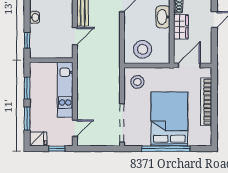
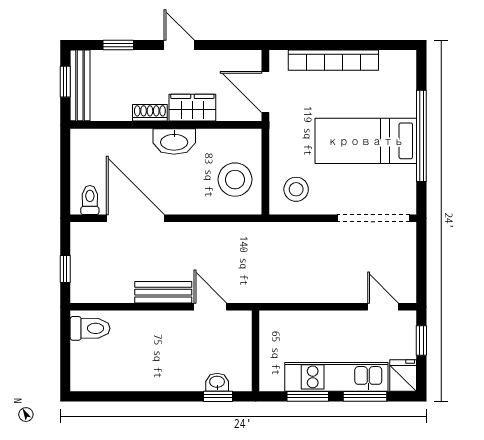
washbasin: (35, 17) -> (217, 382), moved
kitchen unit: (65, 90) -> (336, 377), moved, turned 180
bed: (169, 119) -> (366, 141), width x0.67

